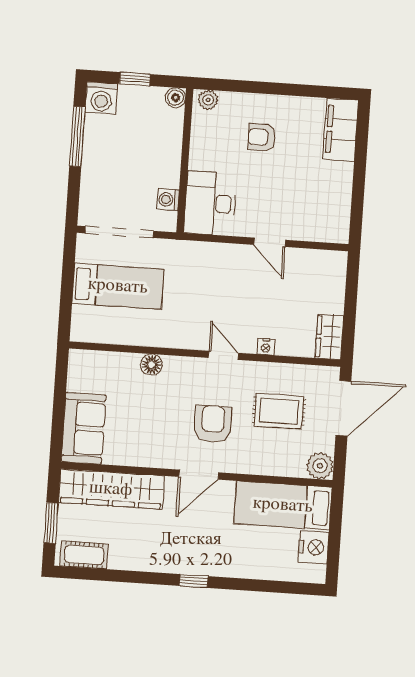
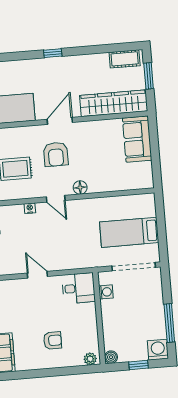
desk: (210, 203) -> (78, 288), width x0.73
floor lamp: (151, 365) -> (80, 187), moved

